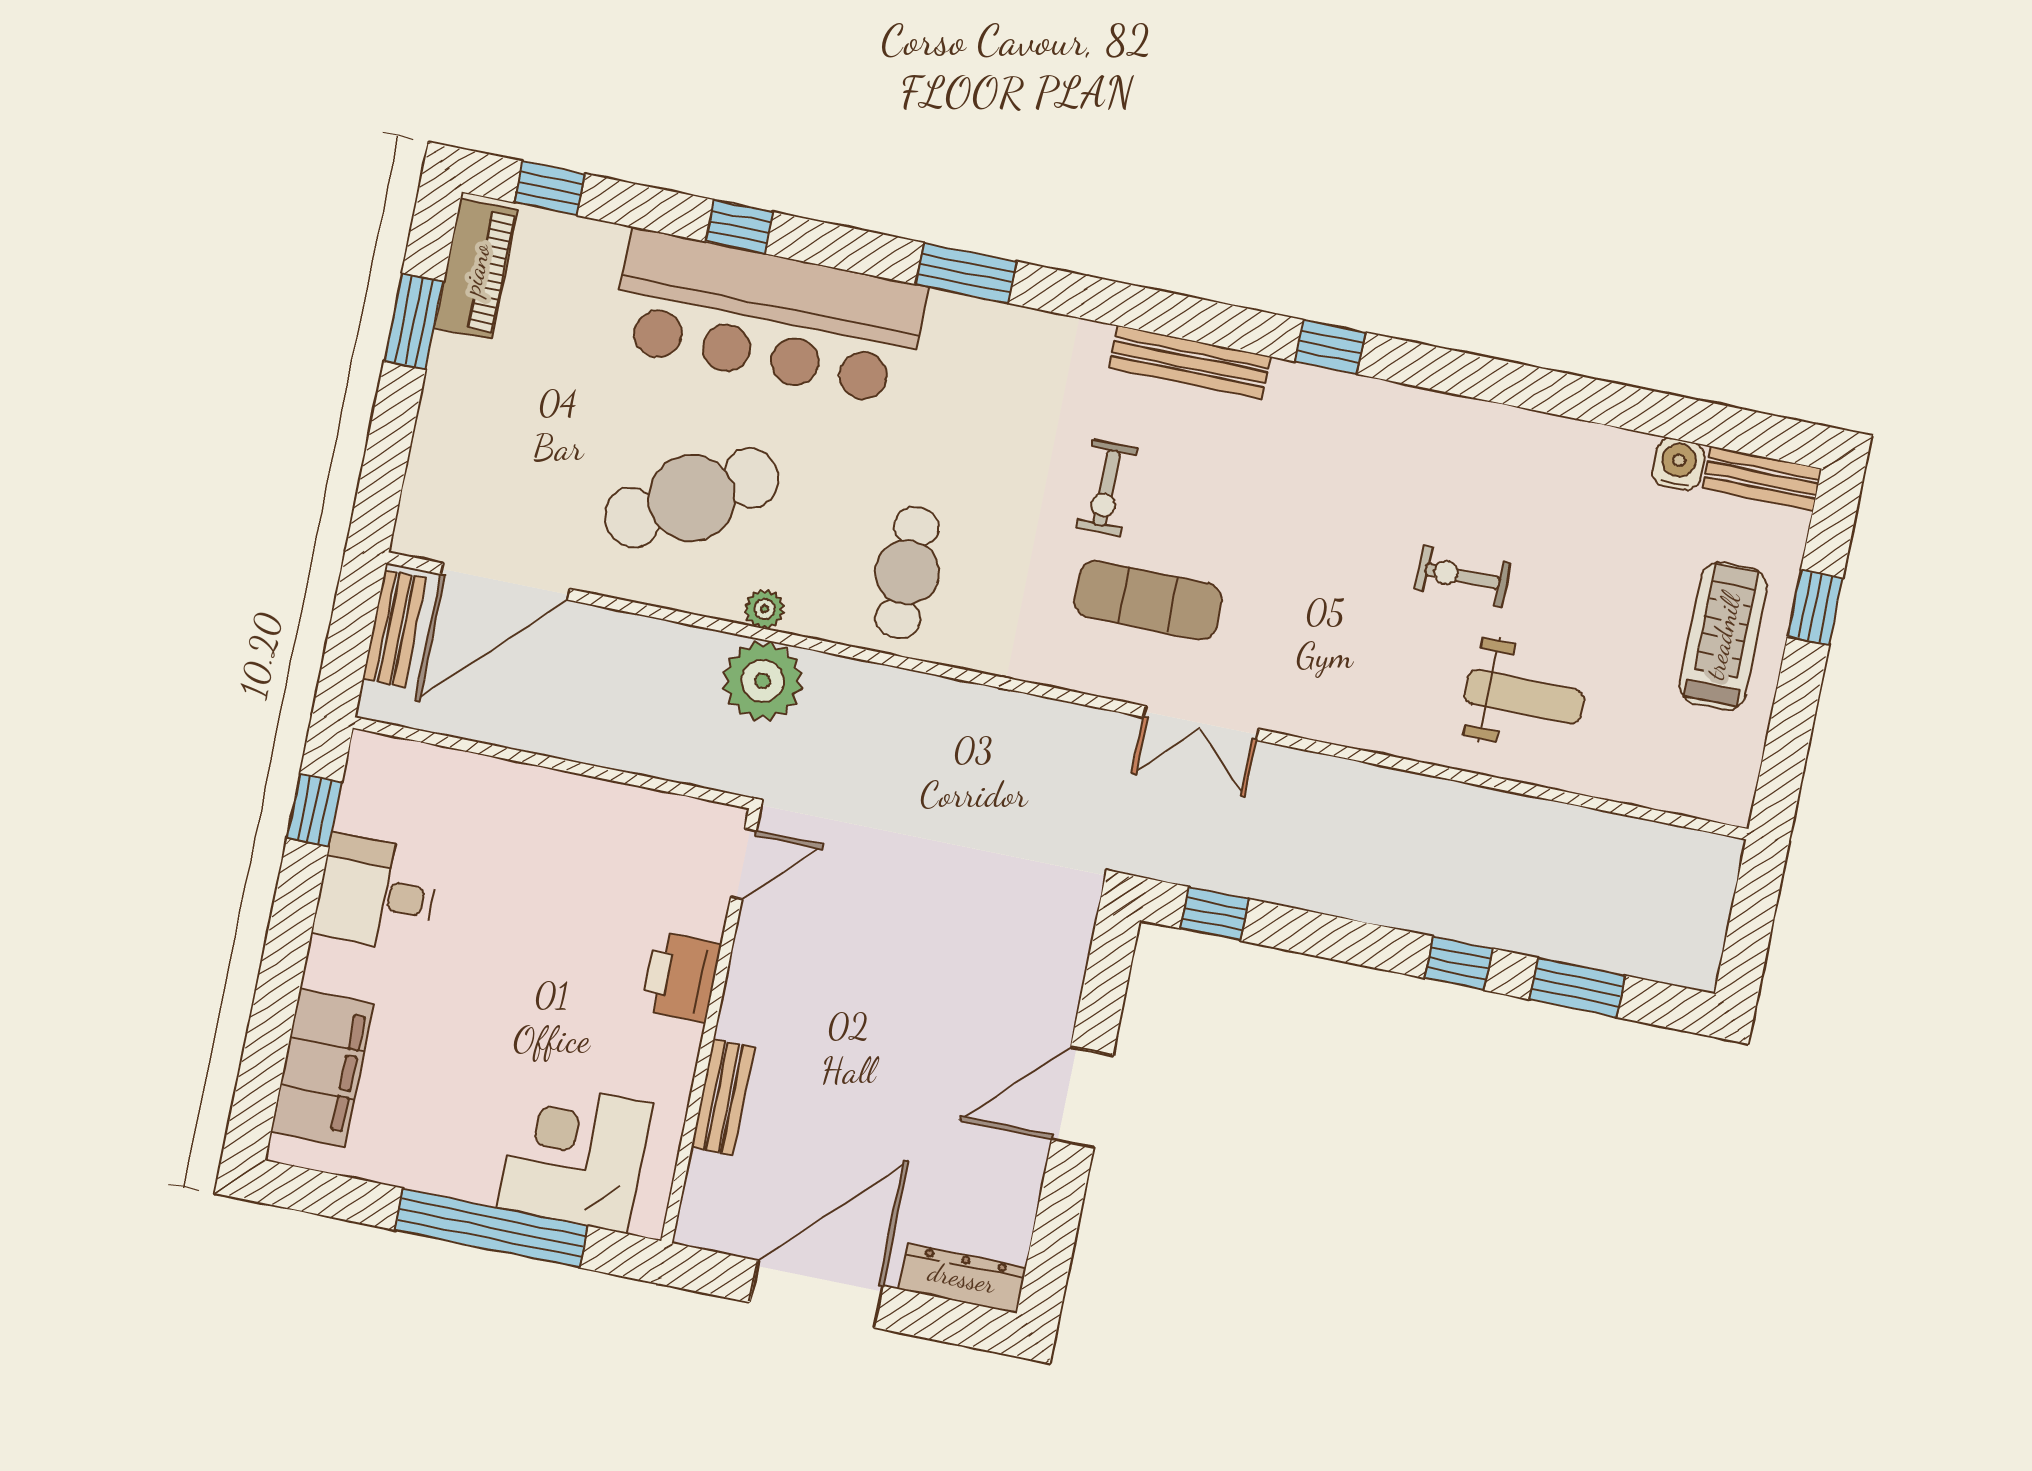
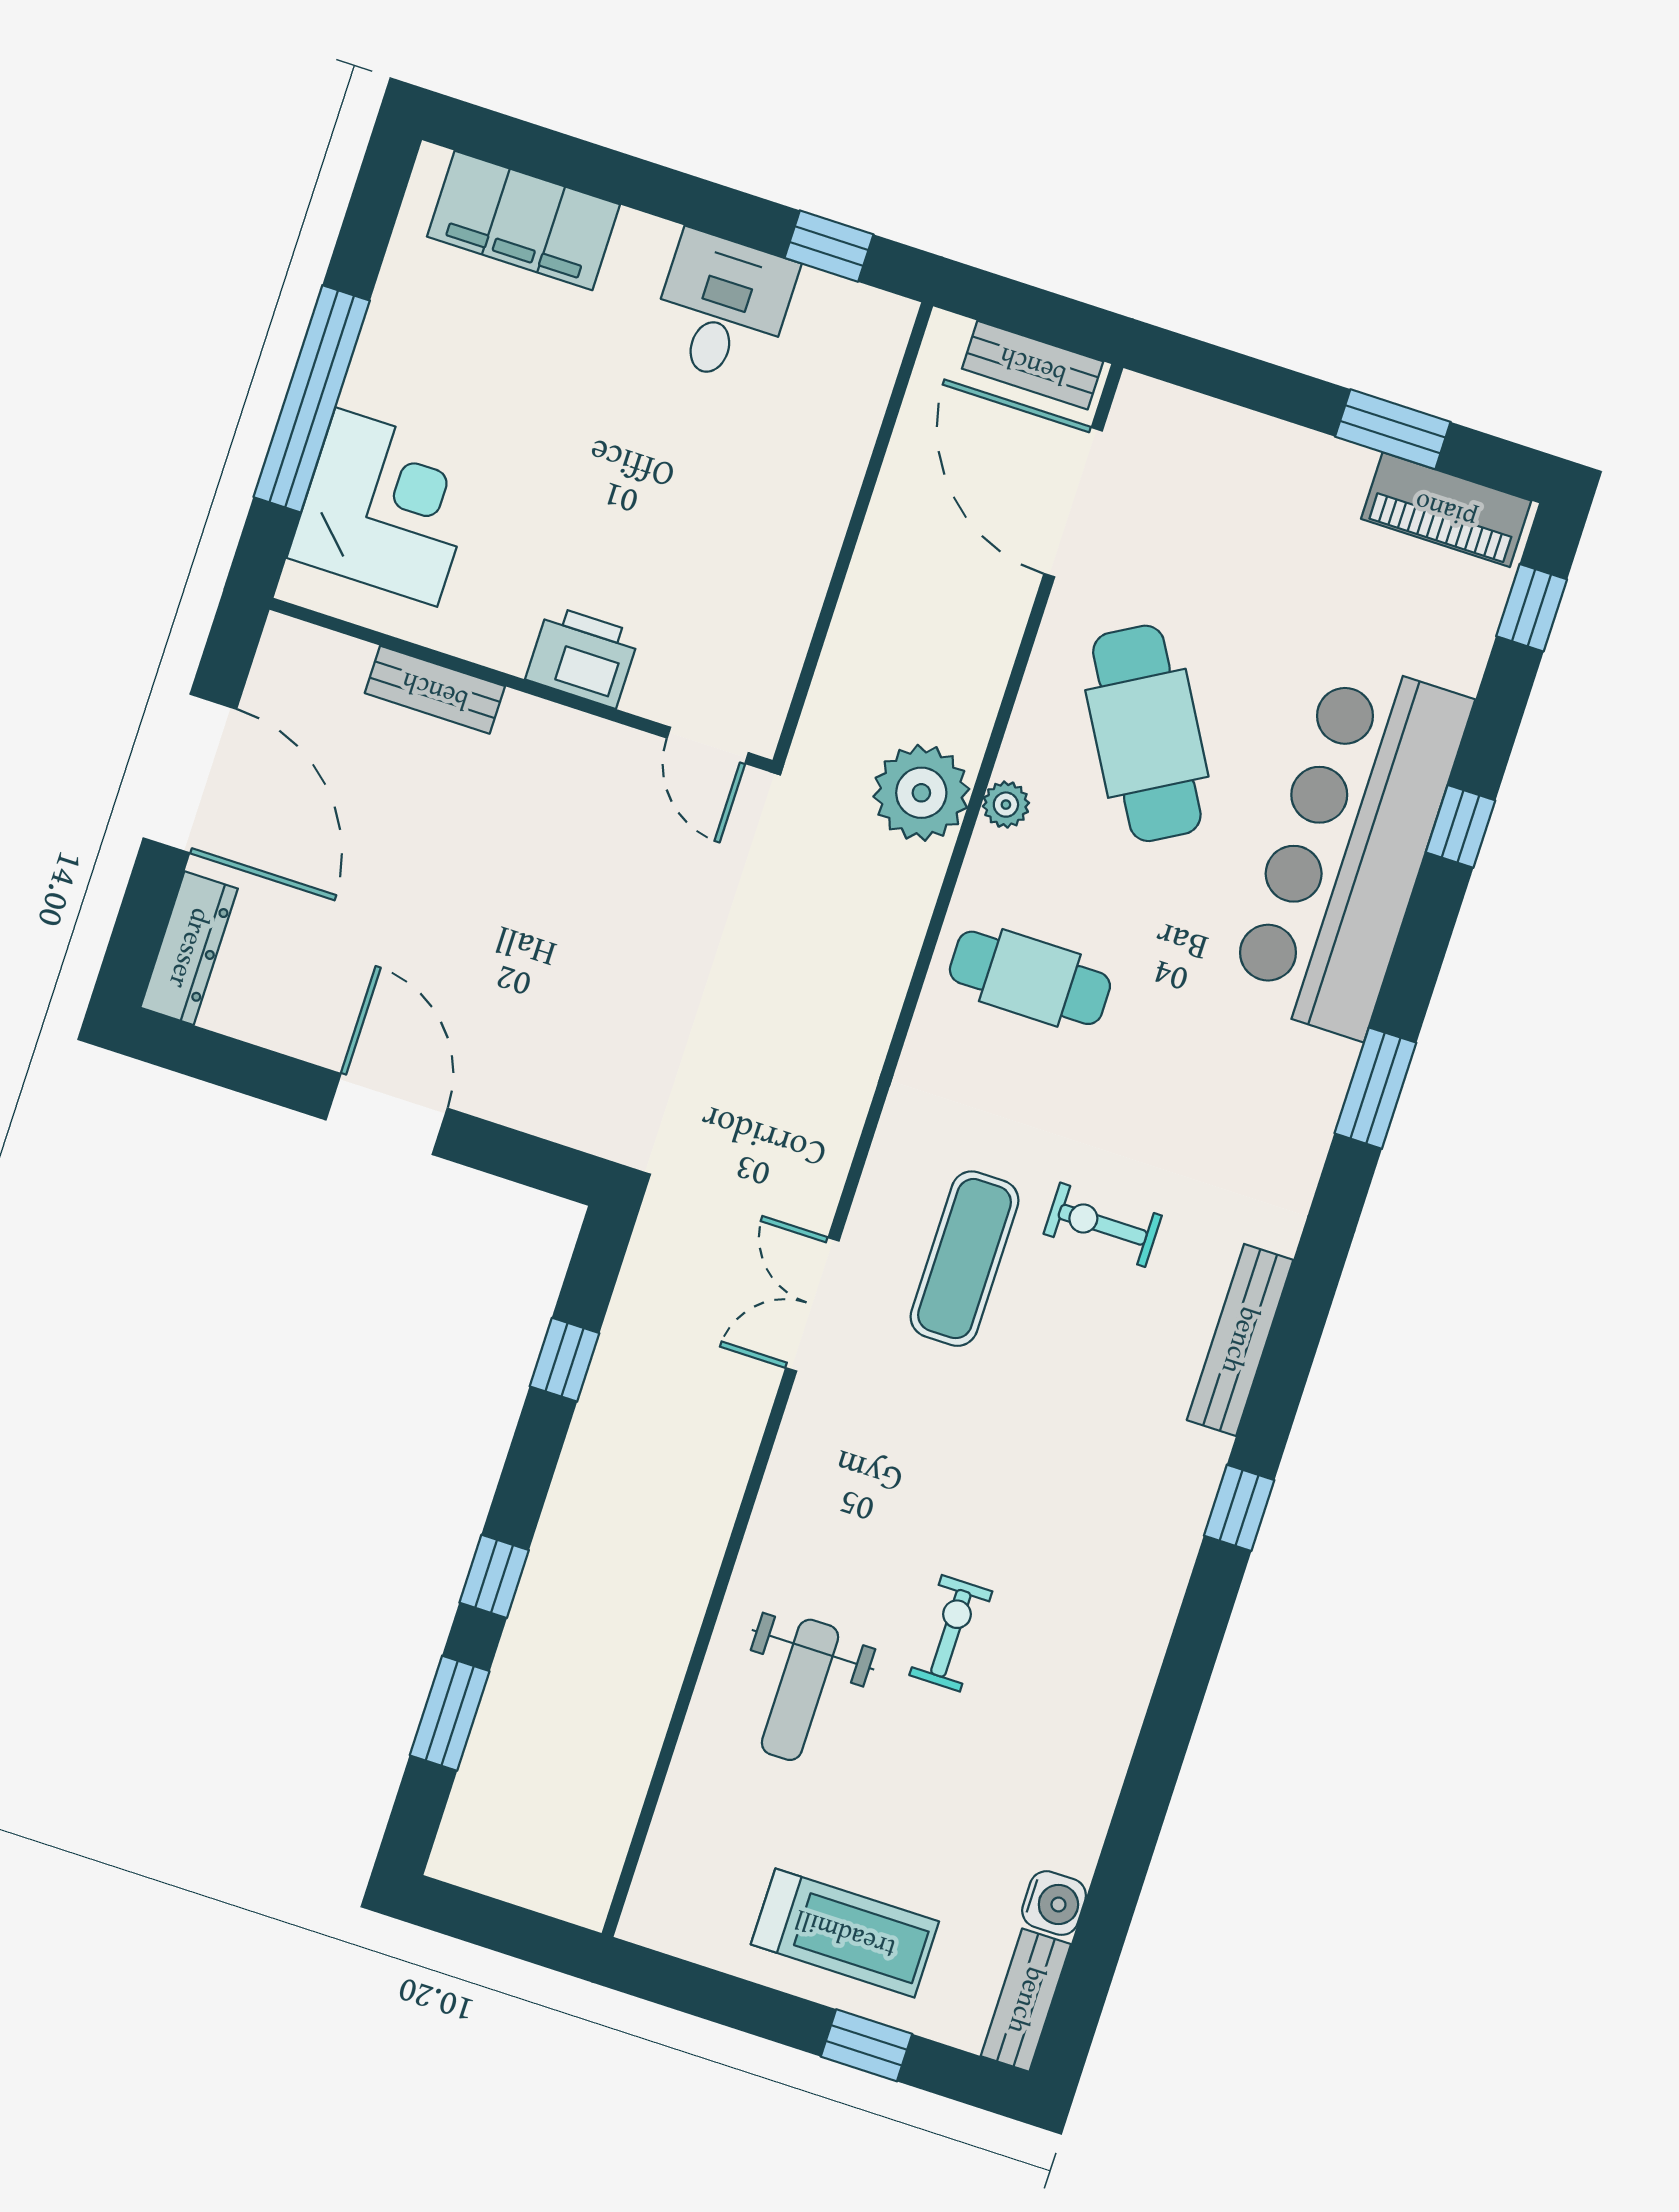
window: (1215, 914) -> (564, 1360), moved

